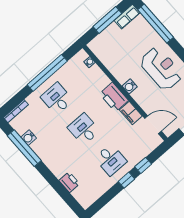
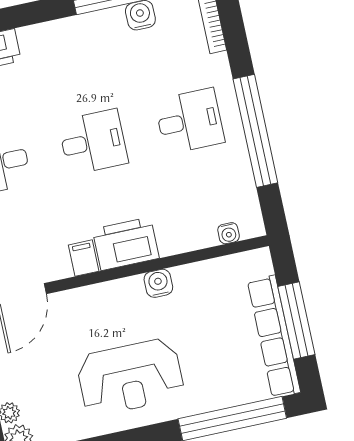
row of seats: (127, 17) -> (274, 337), width x2.02
water cooler: (130, 86) -> (158, 283), moved
filing cabinet: (131, 113) -> (84, 258), width x0.50

